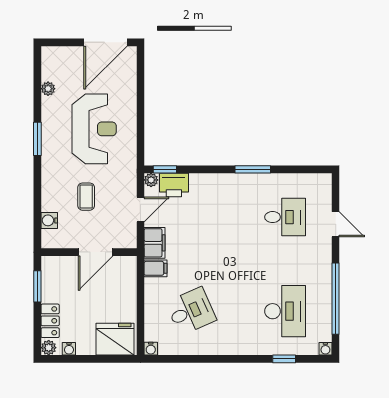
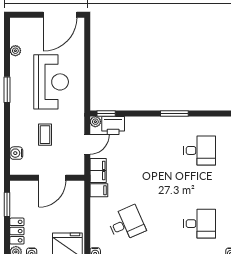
desk: (285, 311) -> (200, 224), width x0.73

